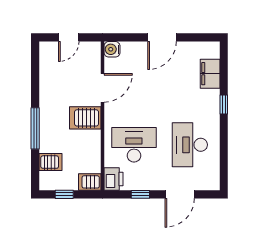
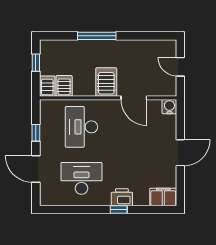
door: (162, 37) -> (180, 153), swing flipped
filing cabinet: (210, 74) -> (163, 197), moved
desk: (134, 145) -> (81, 127), turned 180
server rack: (51, 162) -> (64, 86), moved, turned 180
printer: (113, 179) -> (122, 197), moved, turned 180

